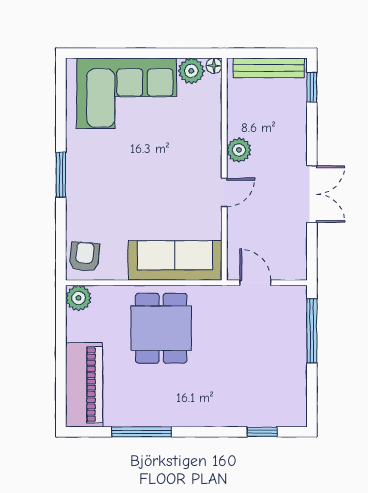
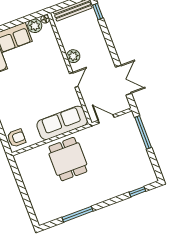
double door: (312, 194) -> (123, 80), moved
armchair: (84, 257) -> (17, 138), turned 85
plant: (79, 298) -> (21, 159), removed
piano: (84, 385) -> (40, 201), removed

